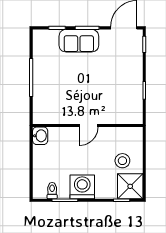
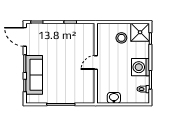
sofa: (79, 41) -> (34, 75), width x1.36
door: (88, 125) -> (96, 63), swing flipped
washbasin: (40, 136) -> (114, 98), moved

